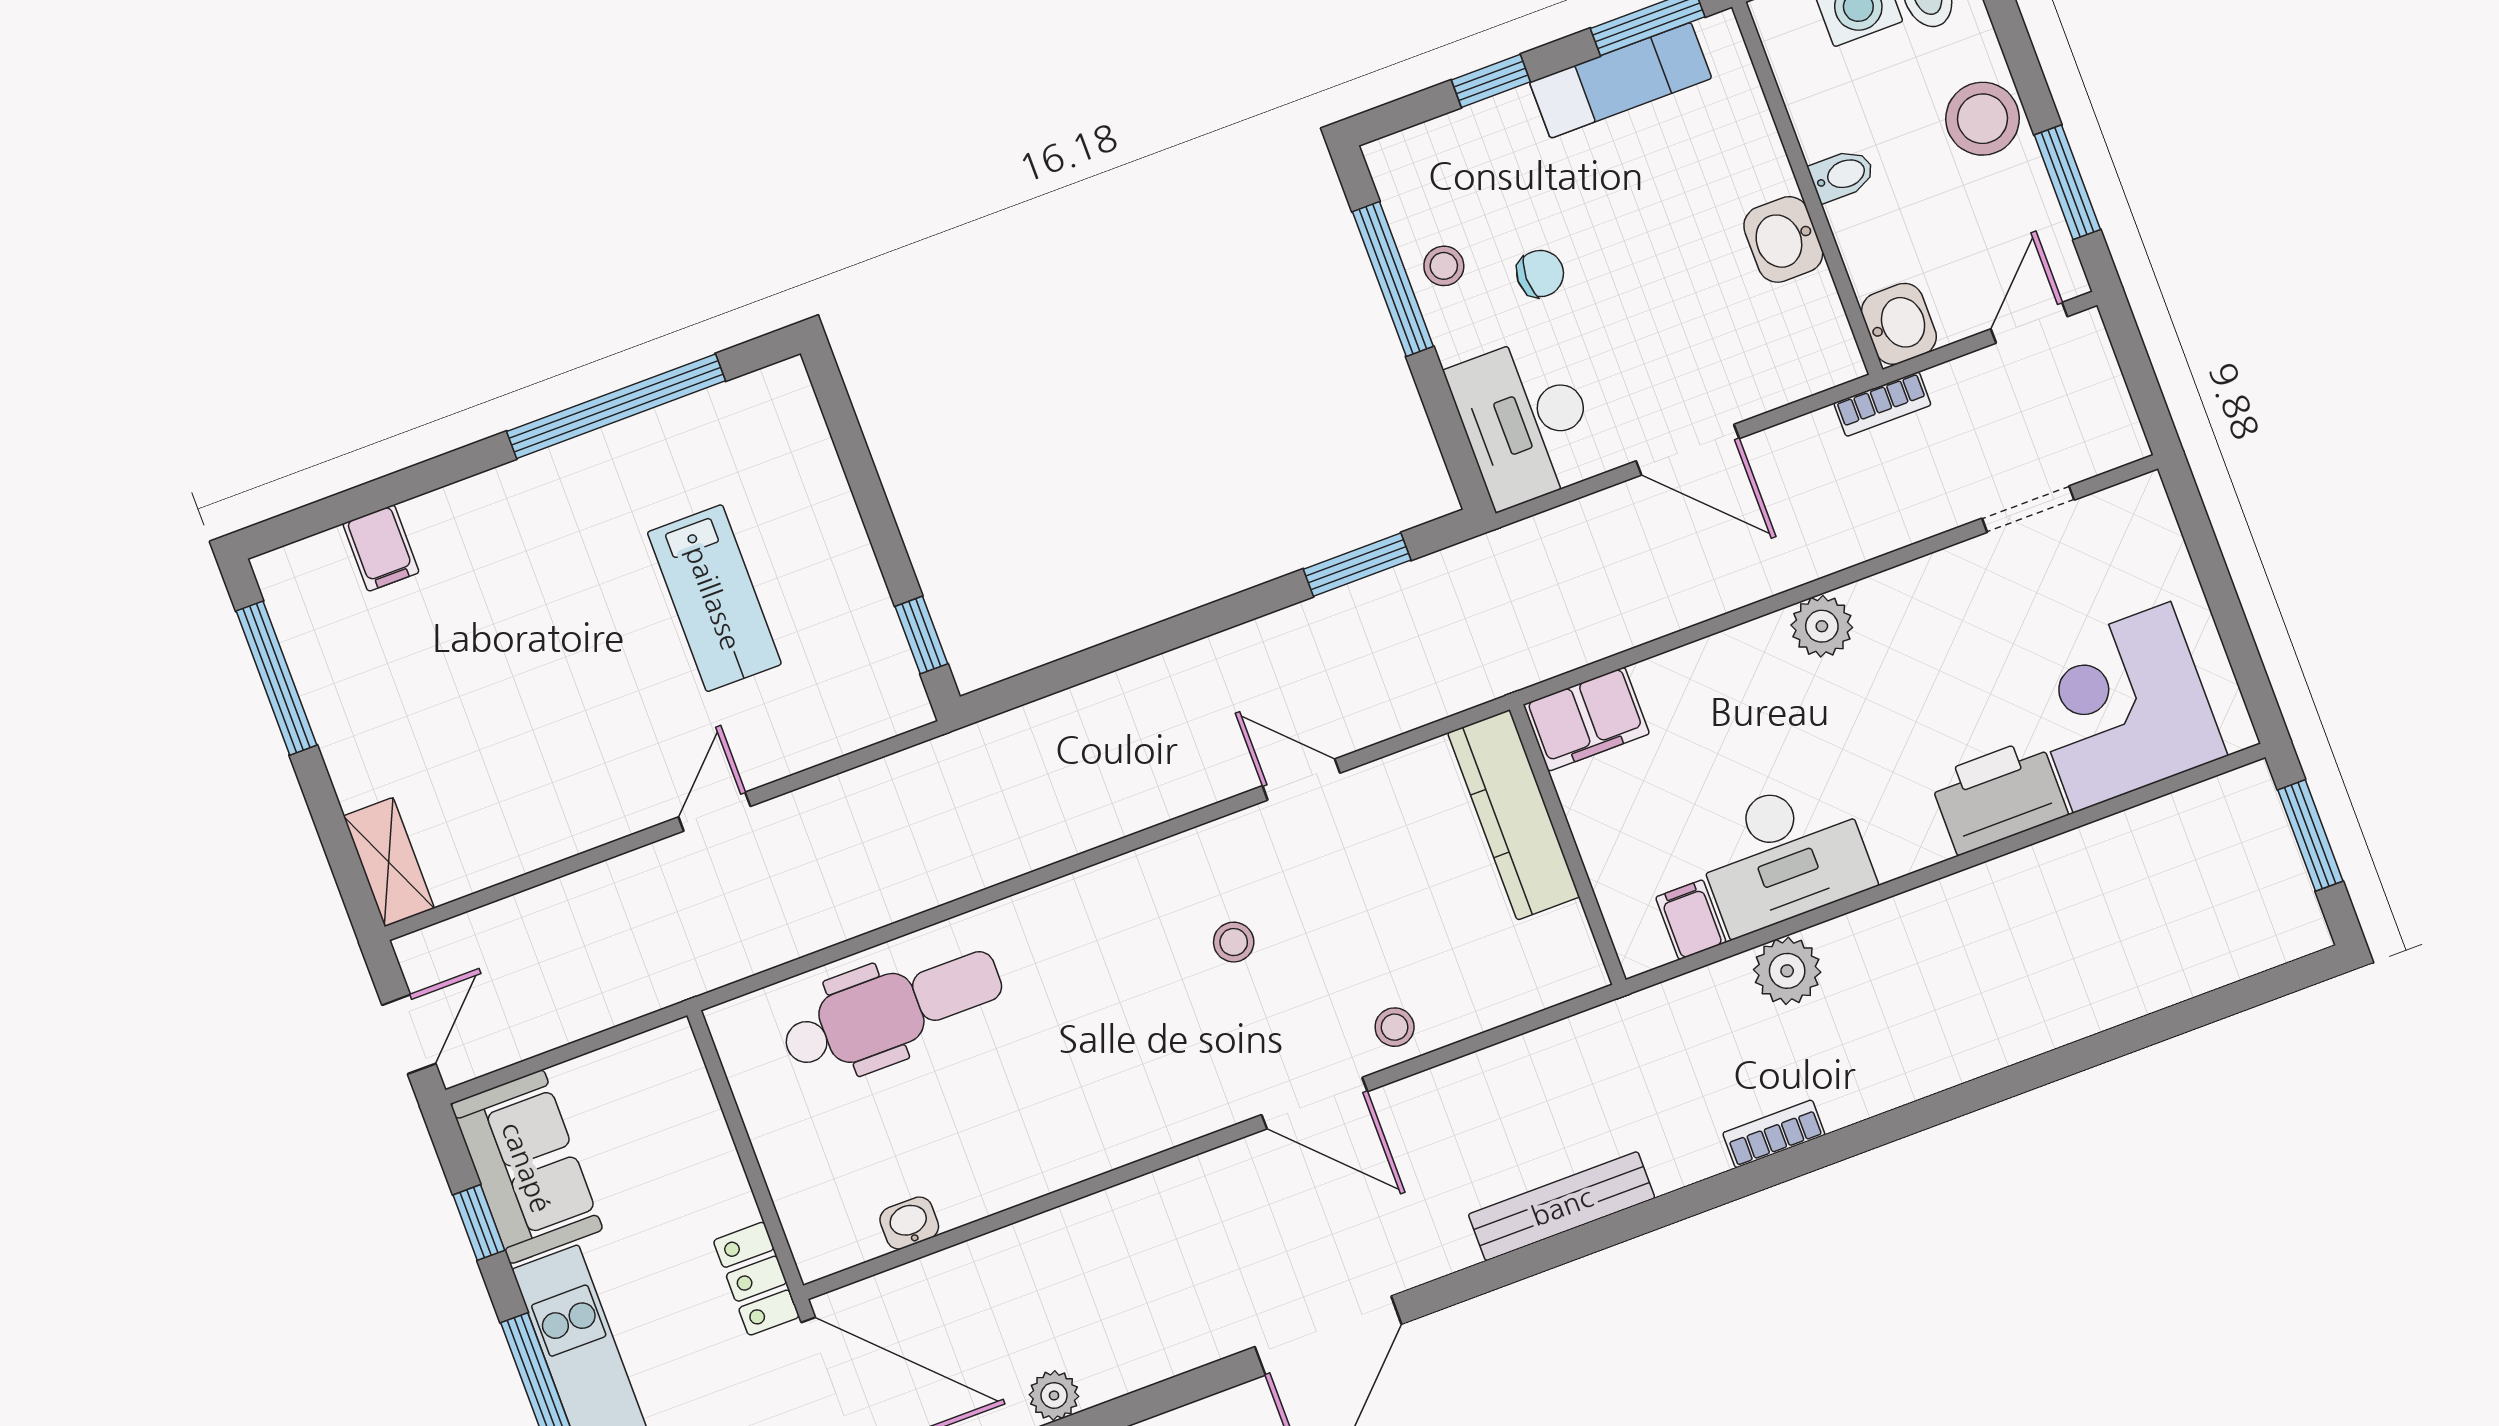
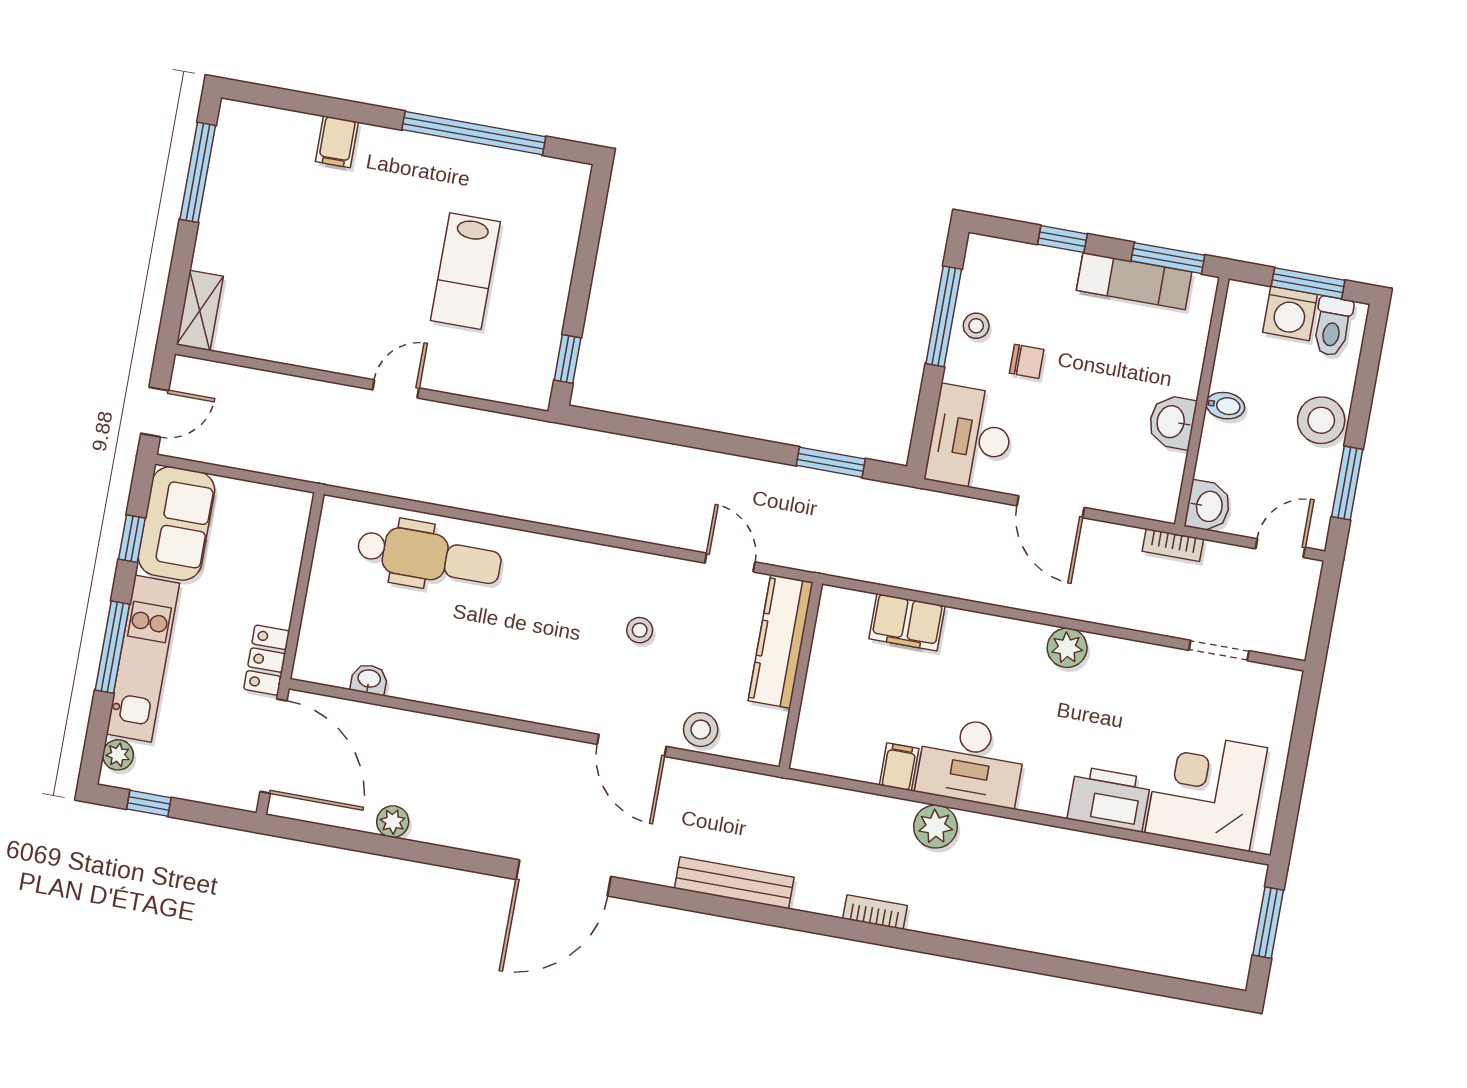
filing cabinet: (381, 548) -> (337, 142), moved
kitchen counter: (1514, 815) -> (781, 641), moved
wall: (1568, 845) -> (801, 675), moved
stool: (1395, 1027) -> (701, 730), width x1.37, depth x1.37

